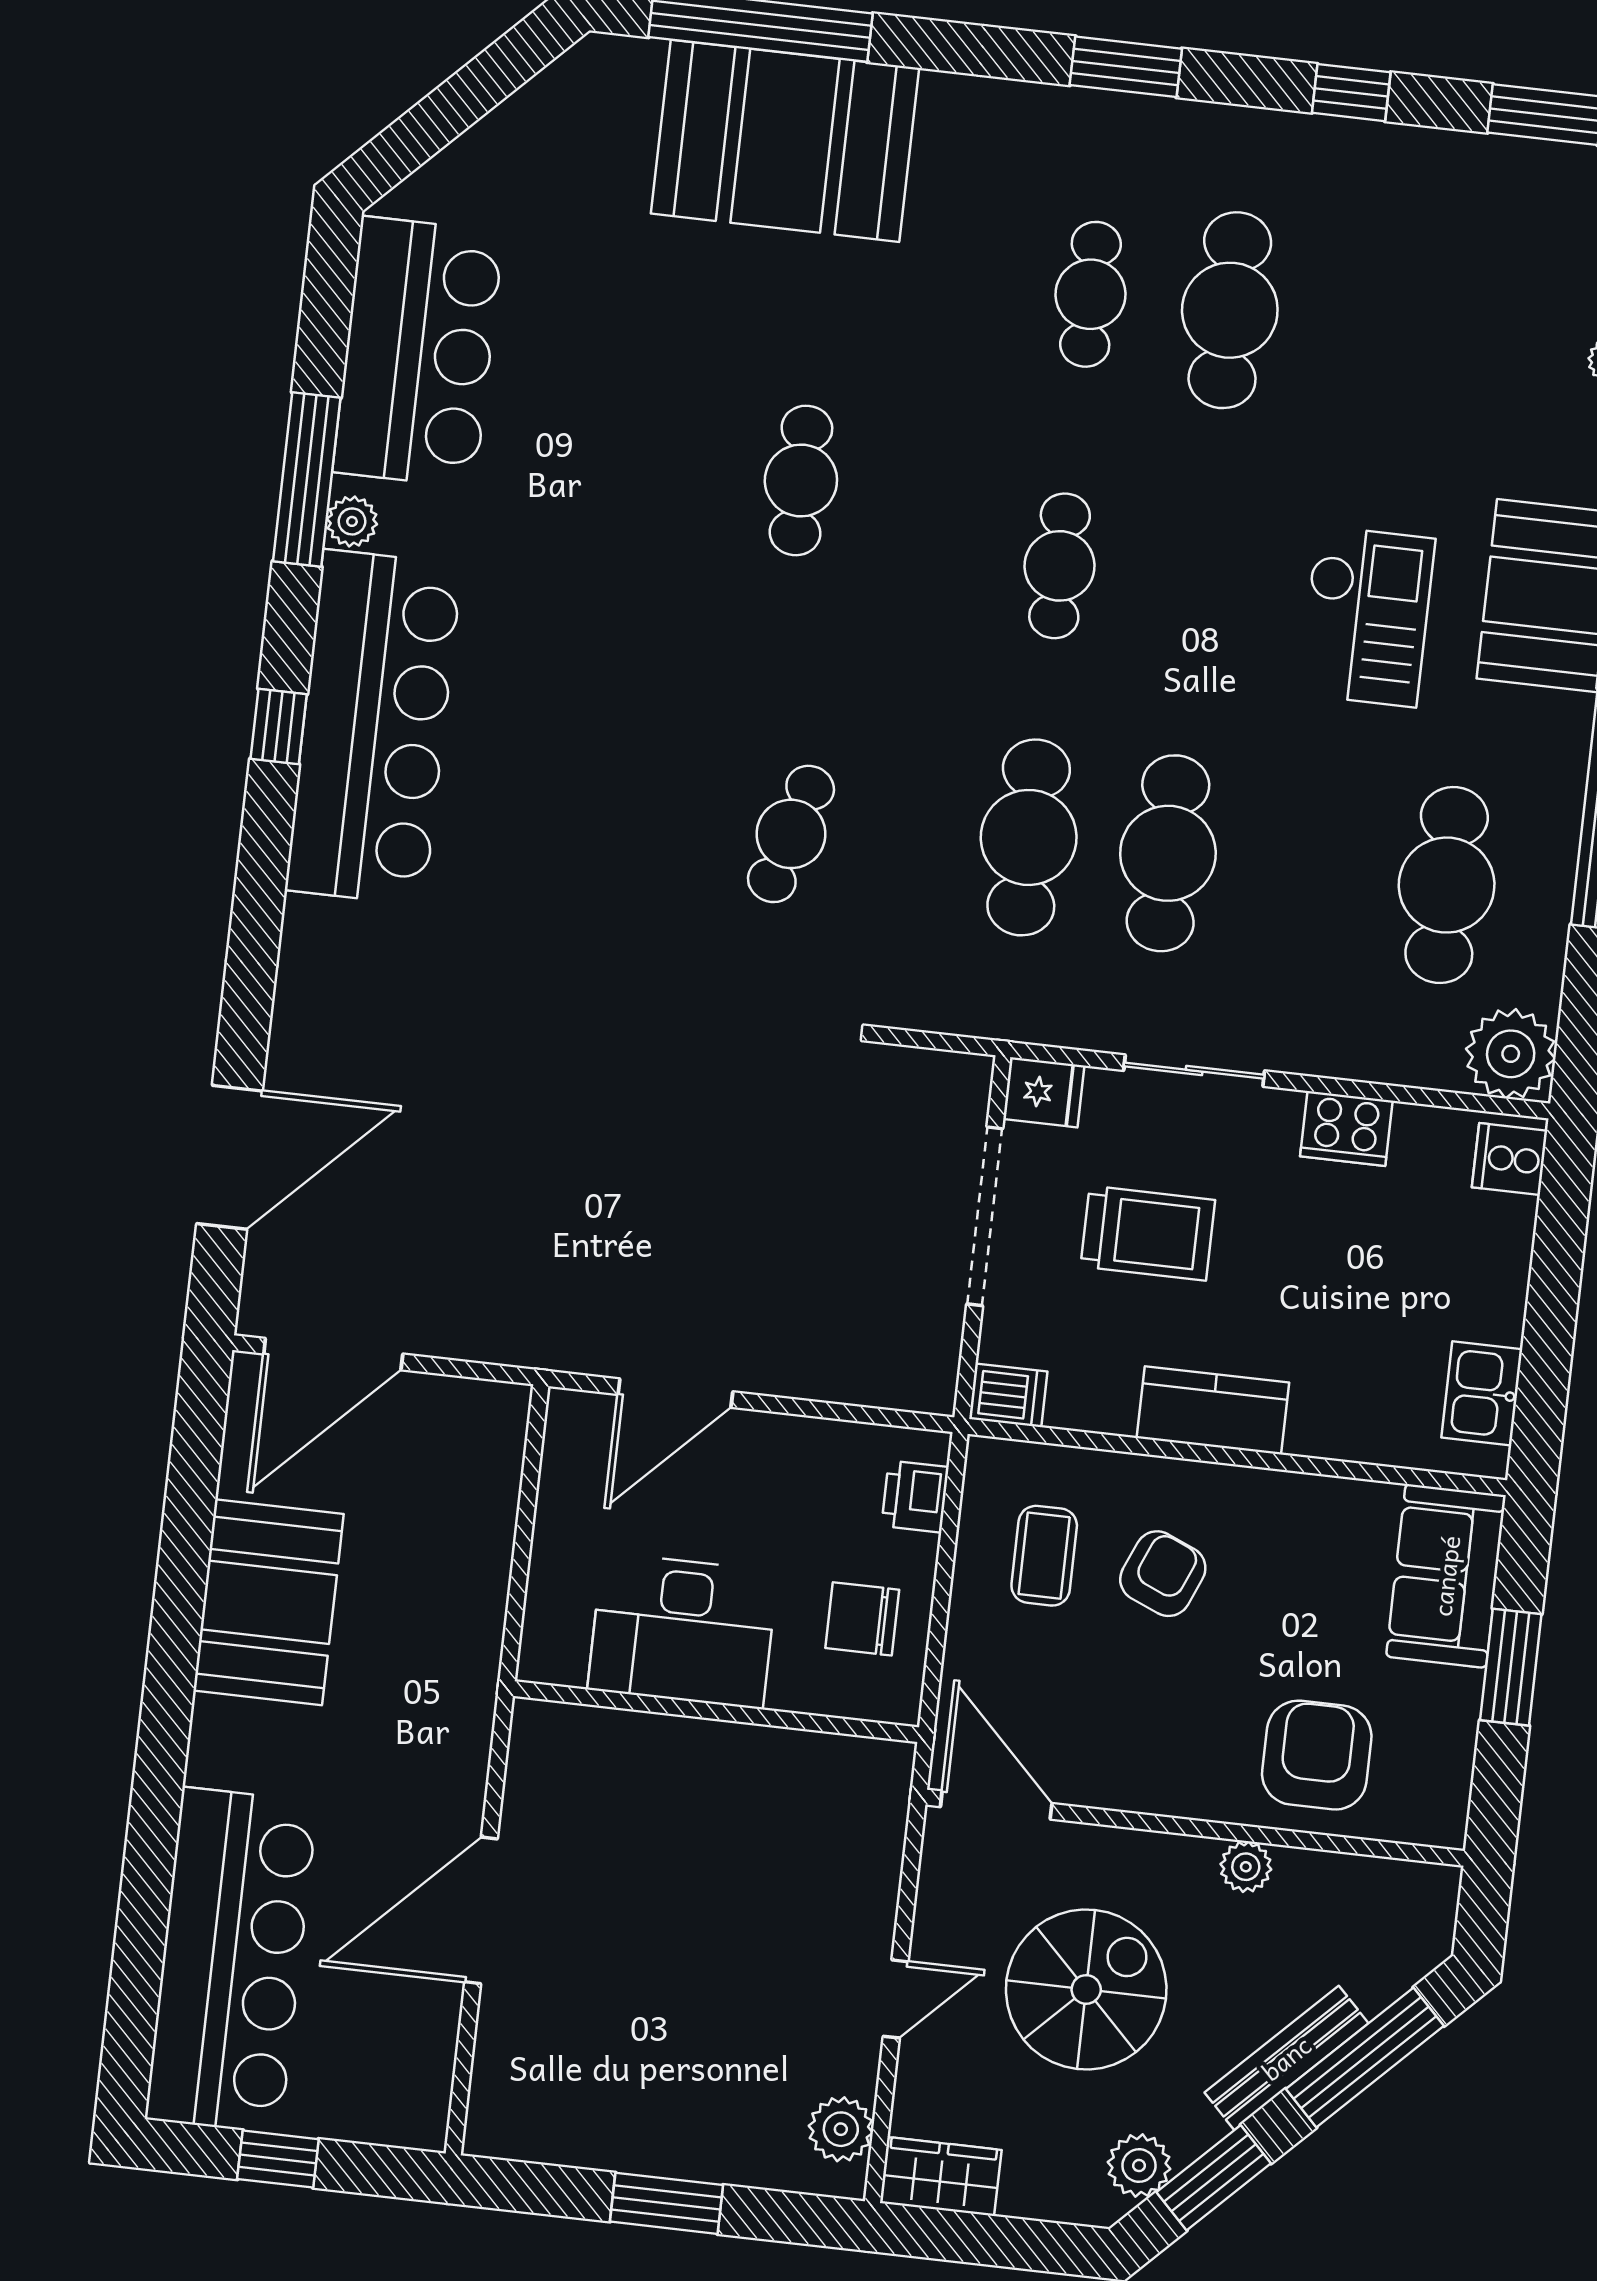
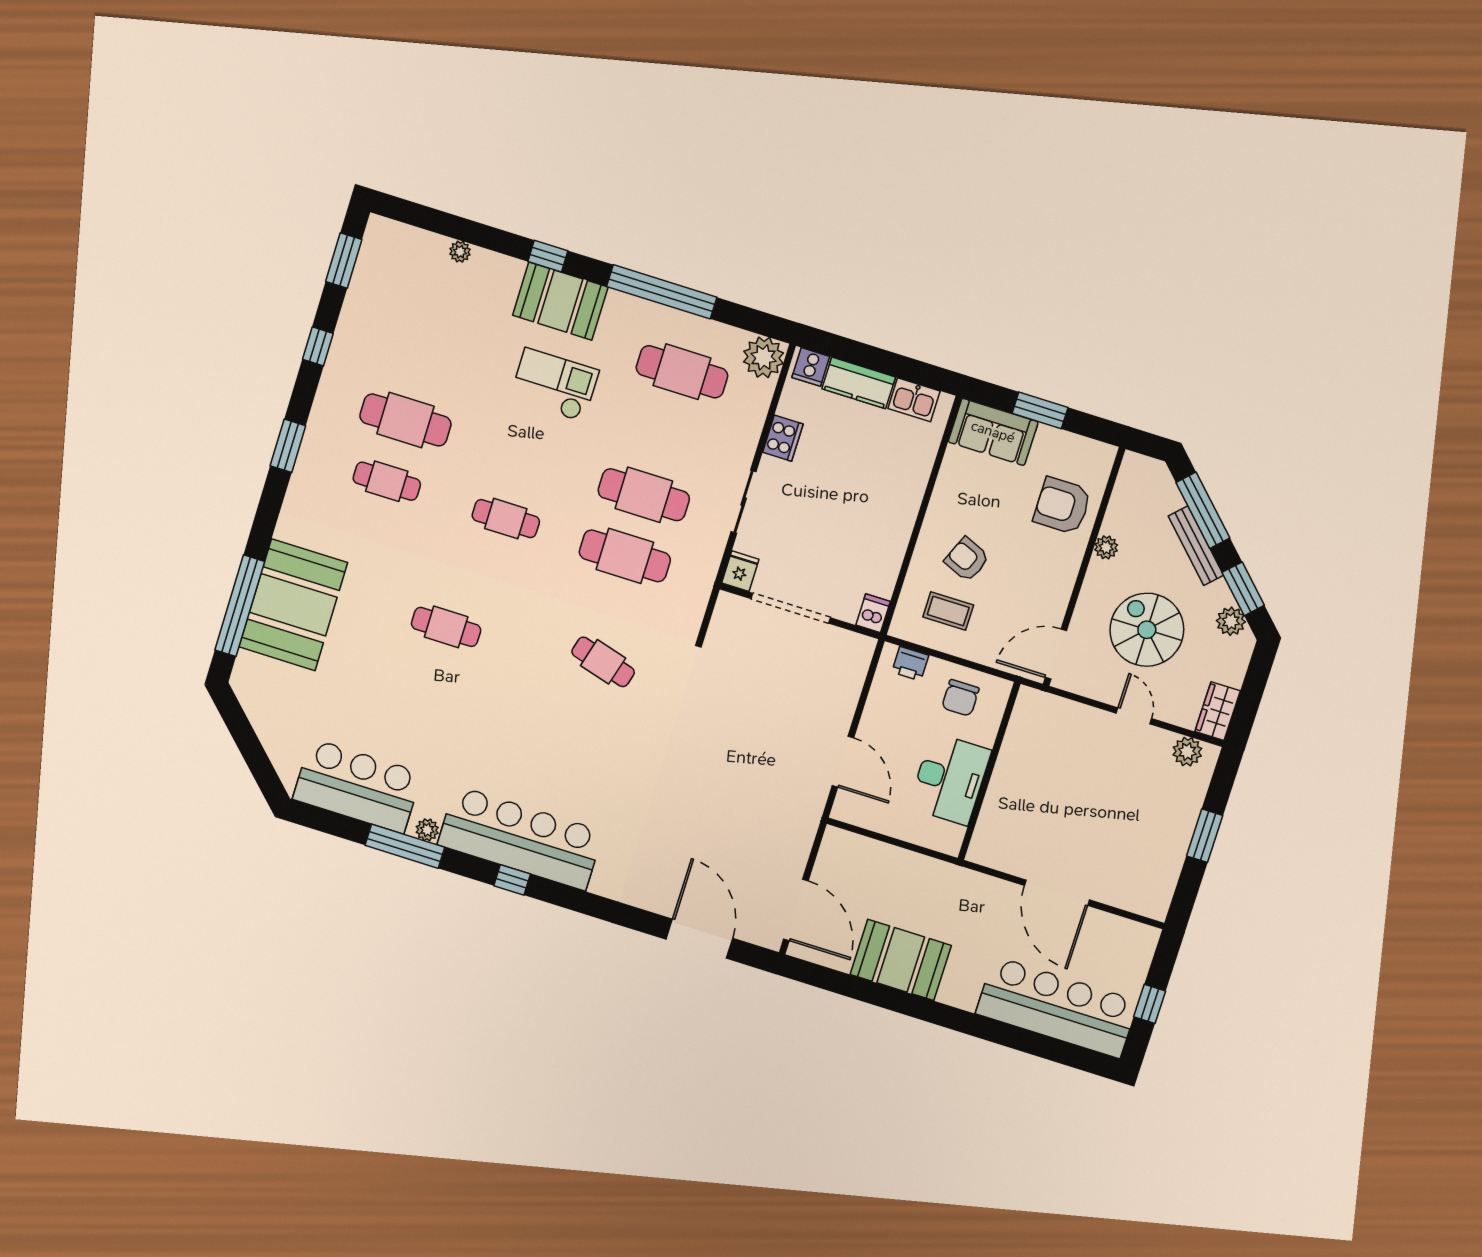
trolley: (1148, 1233) -> (813, 537), removed
kitchen counter: (1213, 1410) -> (859, 383), moved, turned -90

